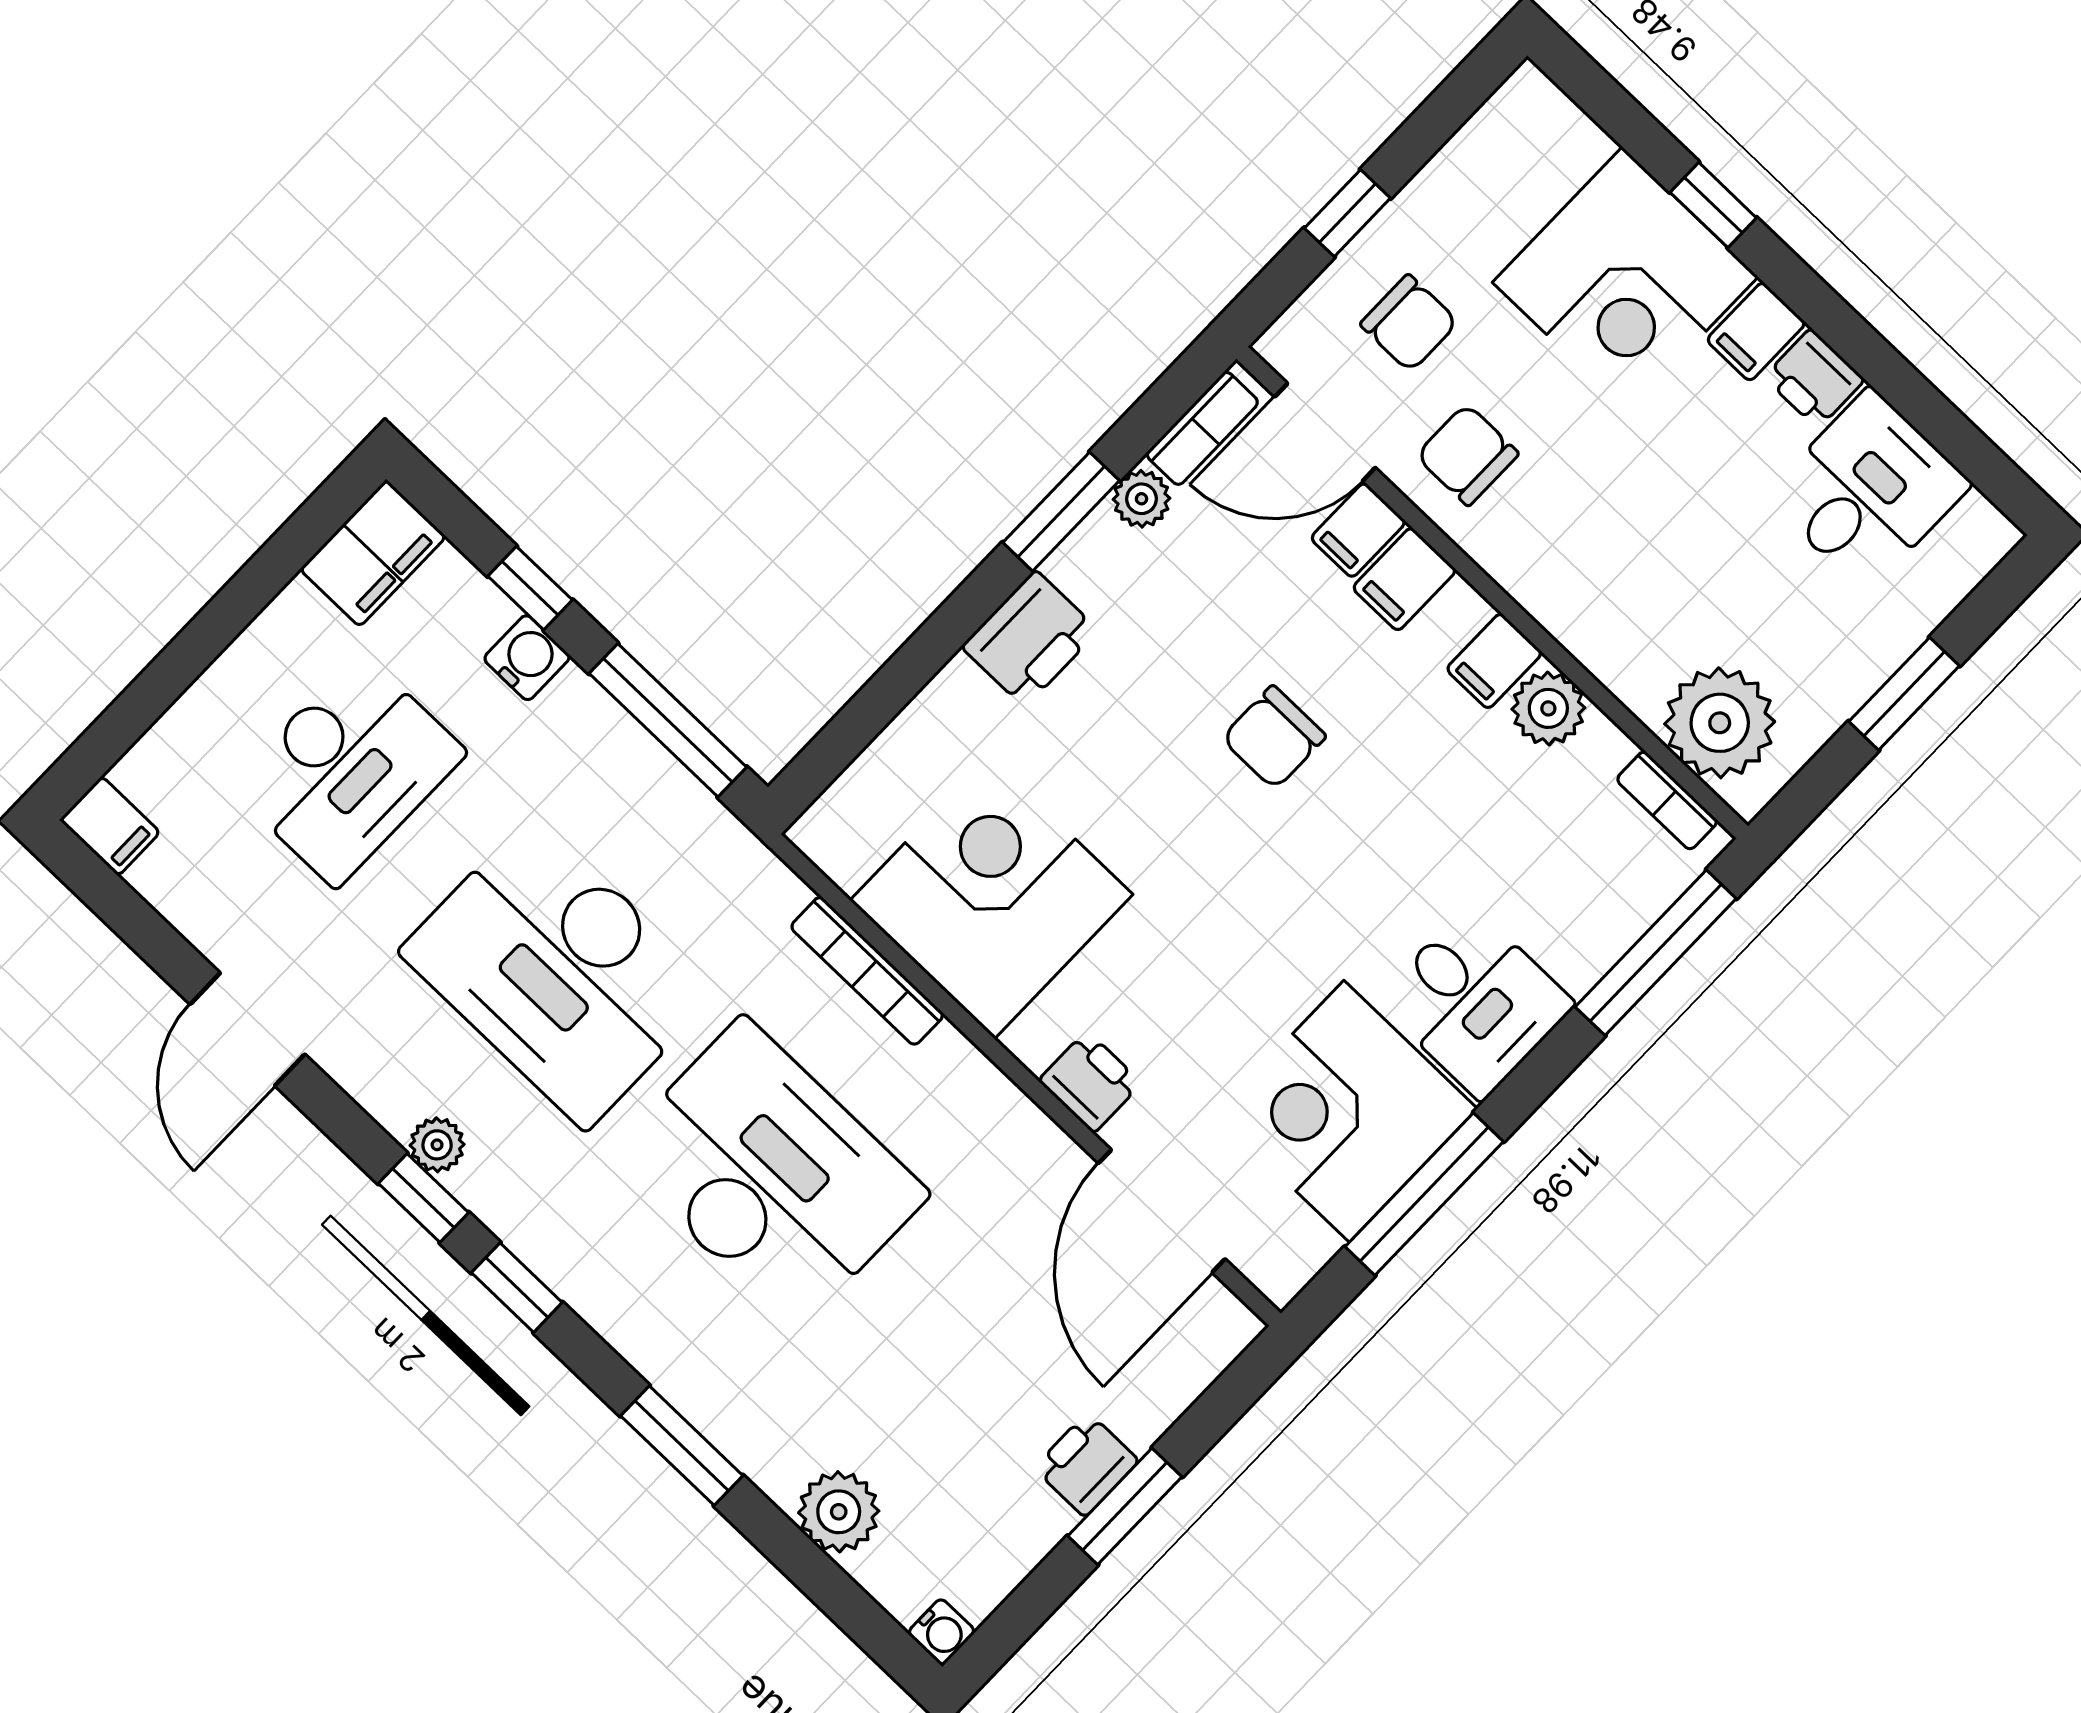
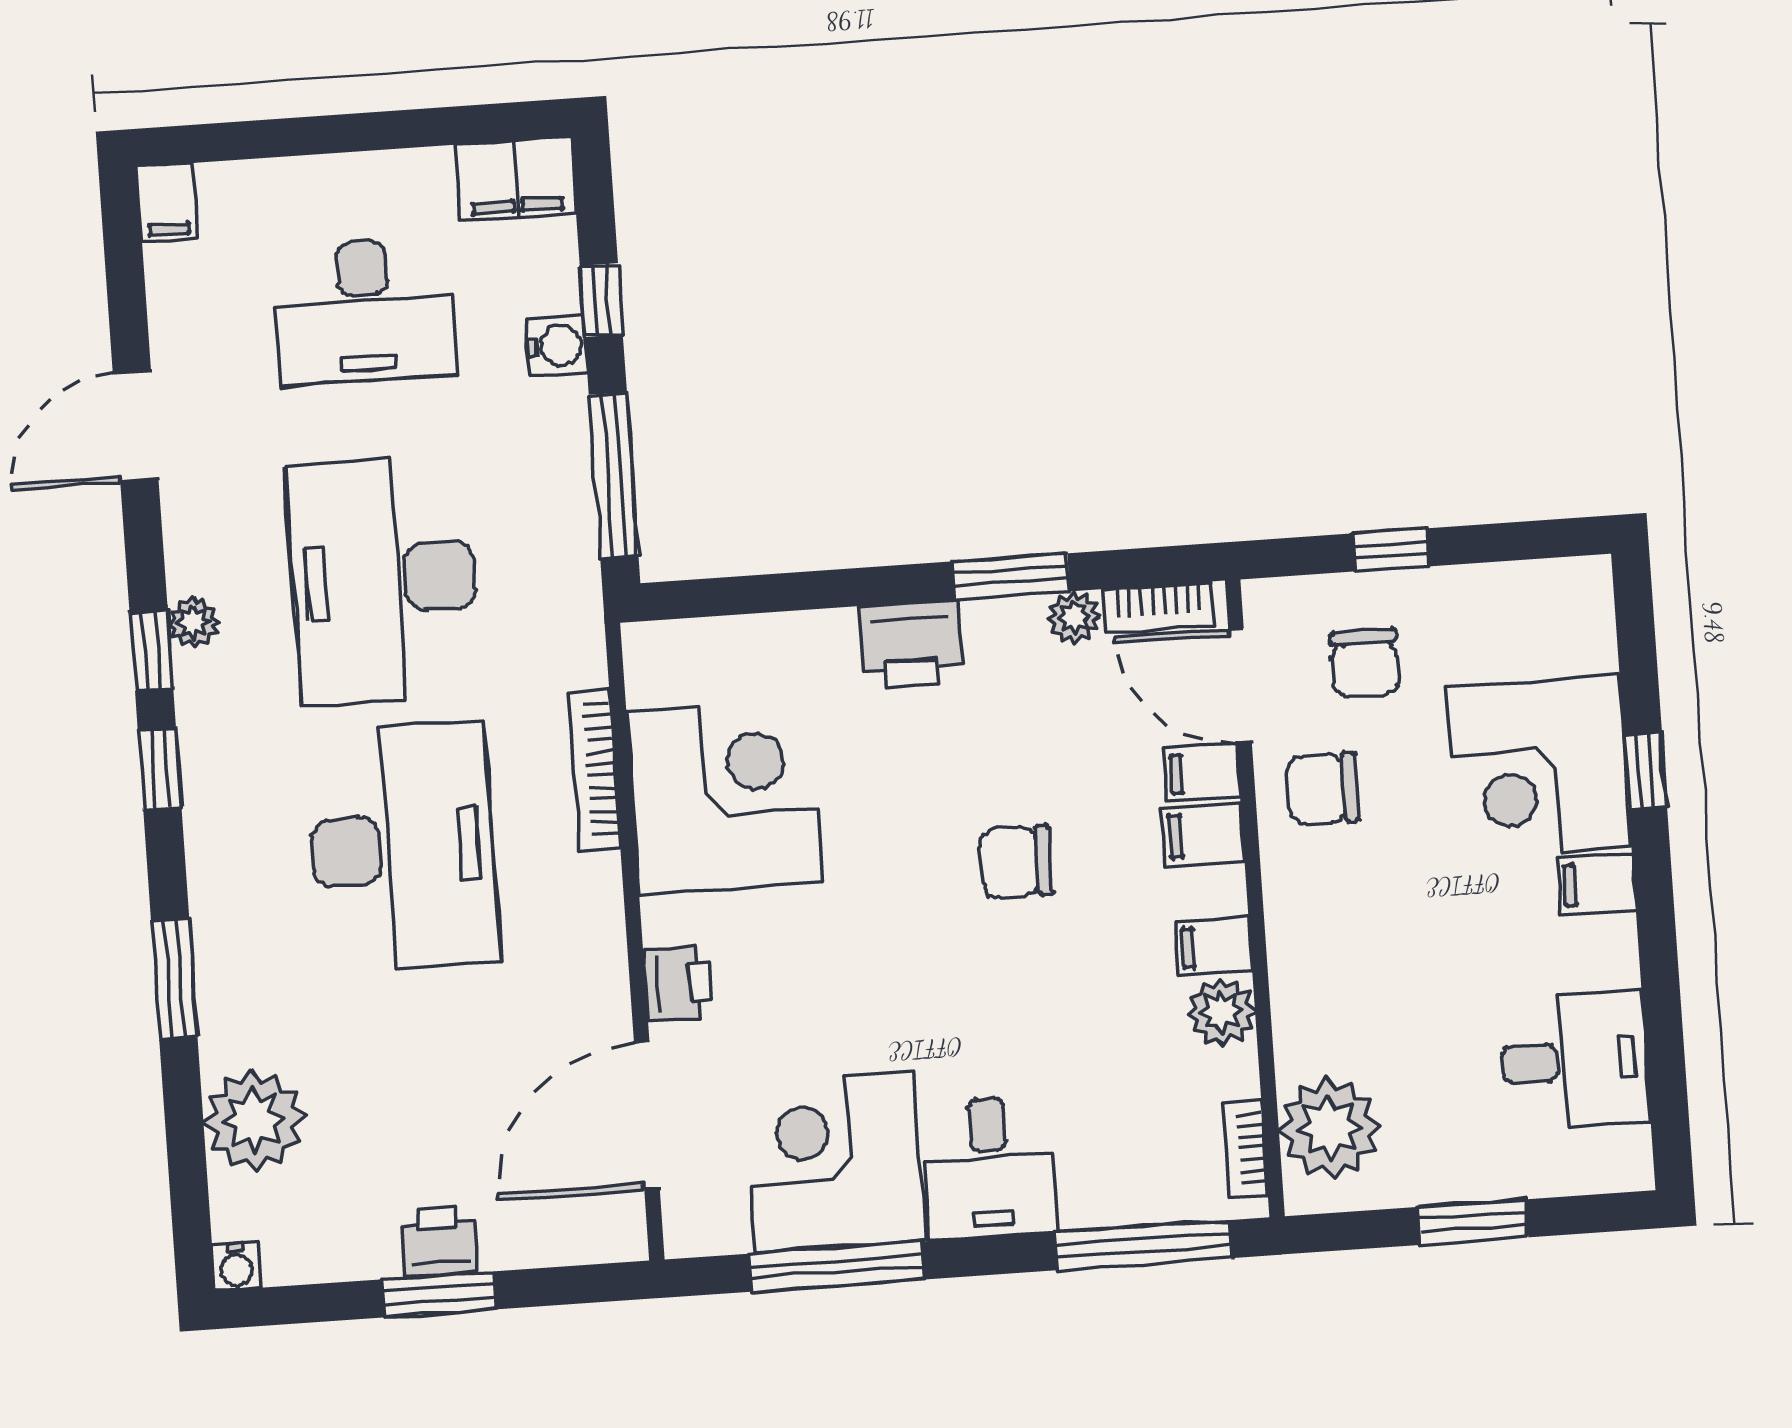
printer: (1814, 378) -> (1607, 951), removed
chair: (1467, 455) -> (1323, 789), turned -90
plant: (839, 1512) -> (254, 1120), width x1.36, depth x1.36

